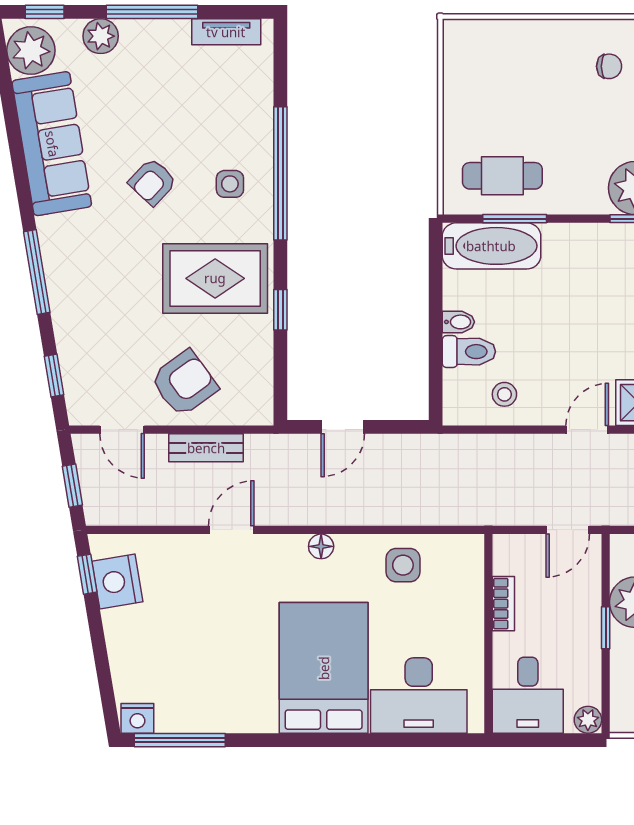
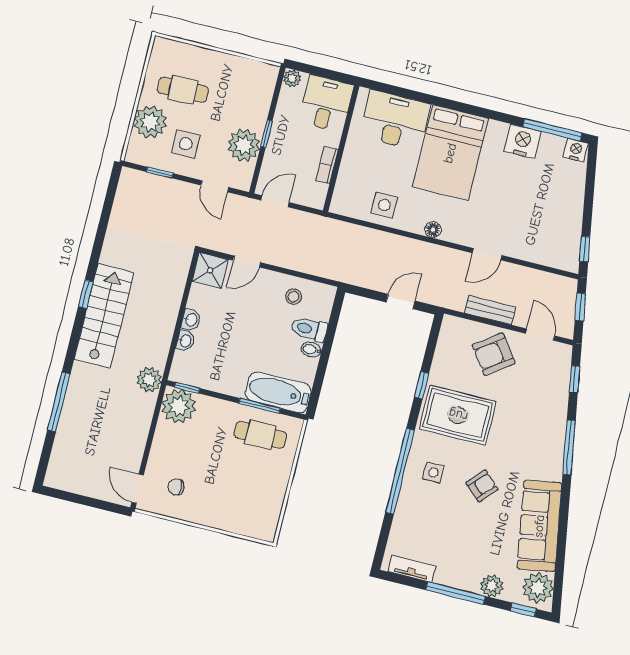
nightstand: (117, 581) -> (522, 141), moved, turned -81

